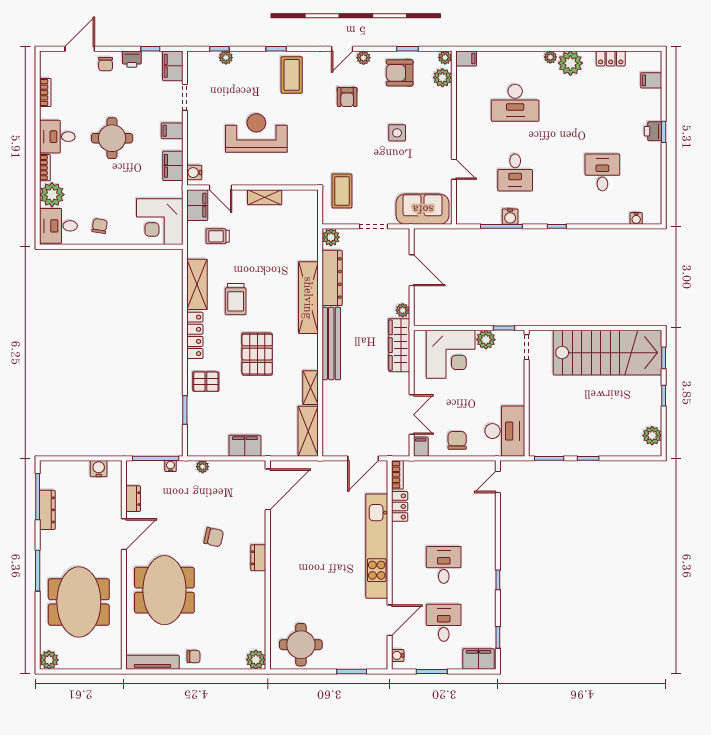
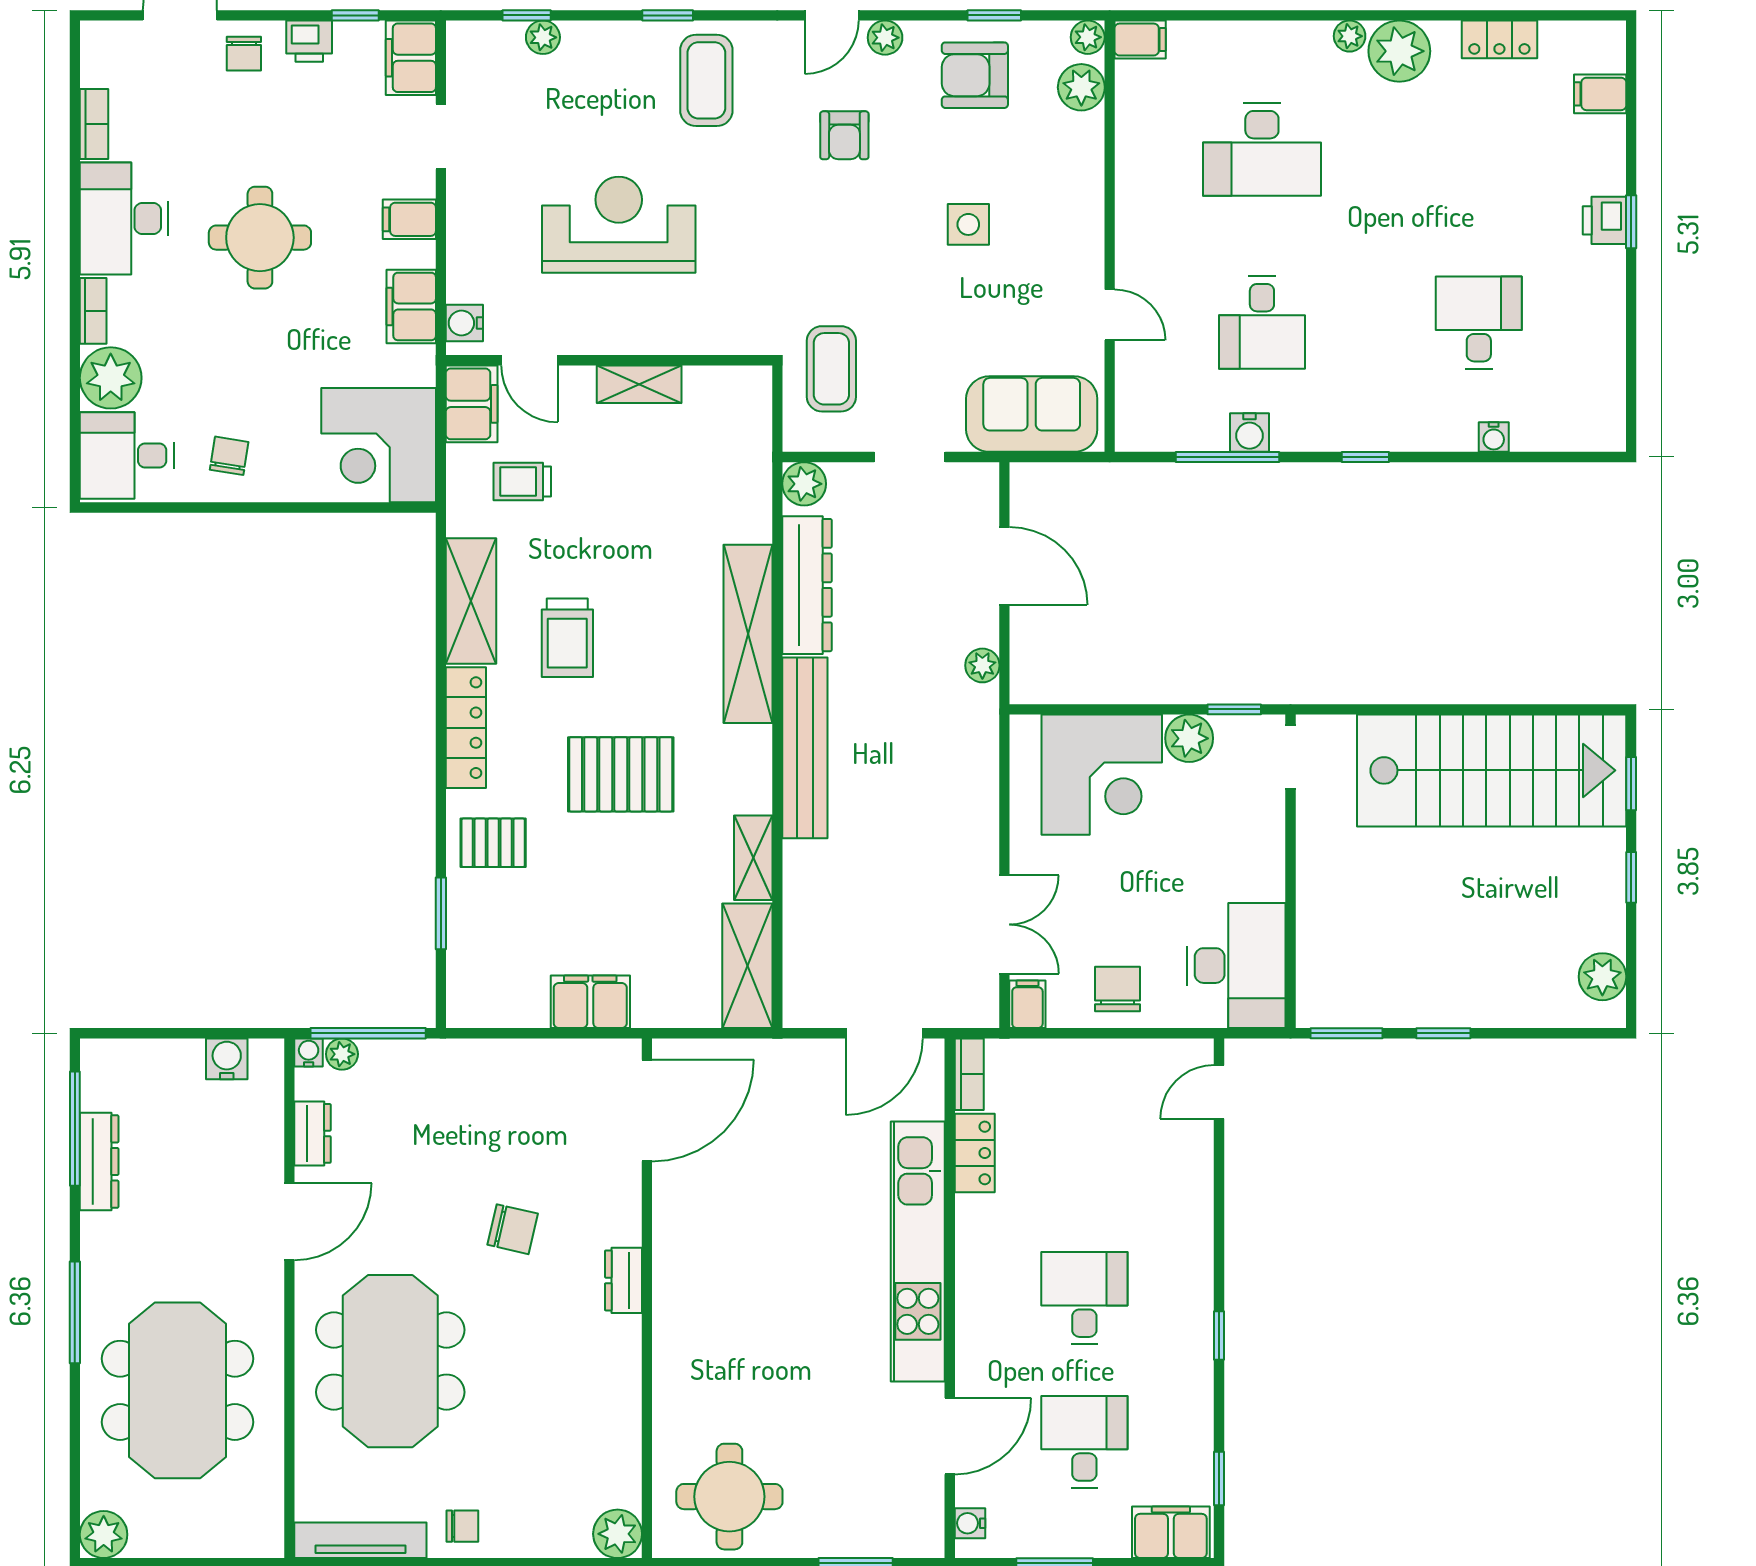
desk: (57, 137) -> (124, 219), width x1.37
water cooler: (636, 218) -> (1494, 437), moved
wardrobe: (399, 345) -> (974, 752), removed
pallet: (257, 354) -> (621, 774), turned 90
water cooler: (170, 466) -> (309, 1052), moved
plant: (203, 467) -> (342, 1054), moved

